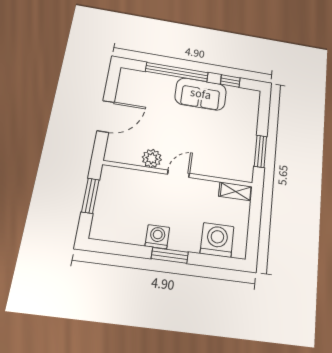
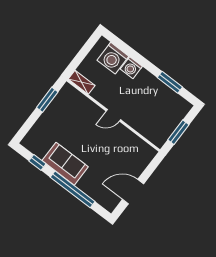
door: (106, 116) -> (133, 192), moved
plant: (152, 158) -> (125, 136), removed
washing machine: (157, 237) -> (131, 68), moved
window: (170, 255) -> (170, 82), moved

